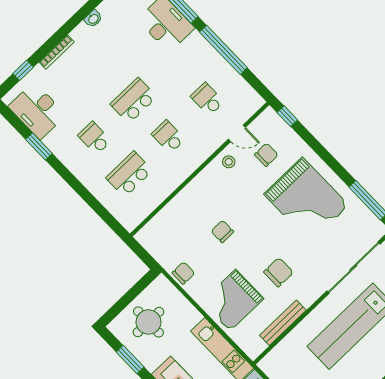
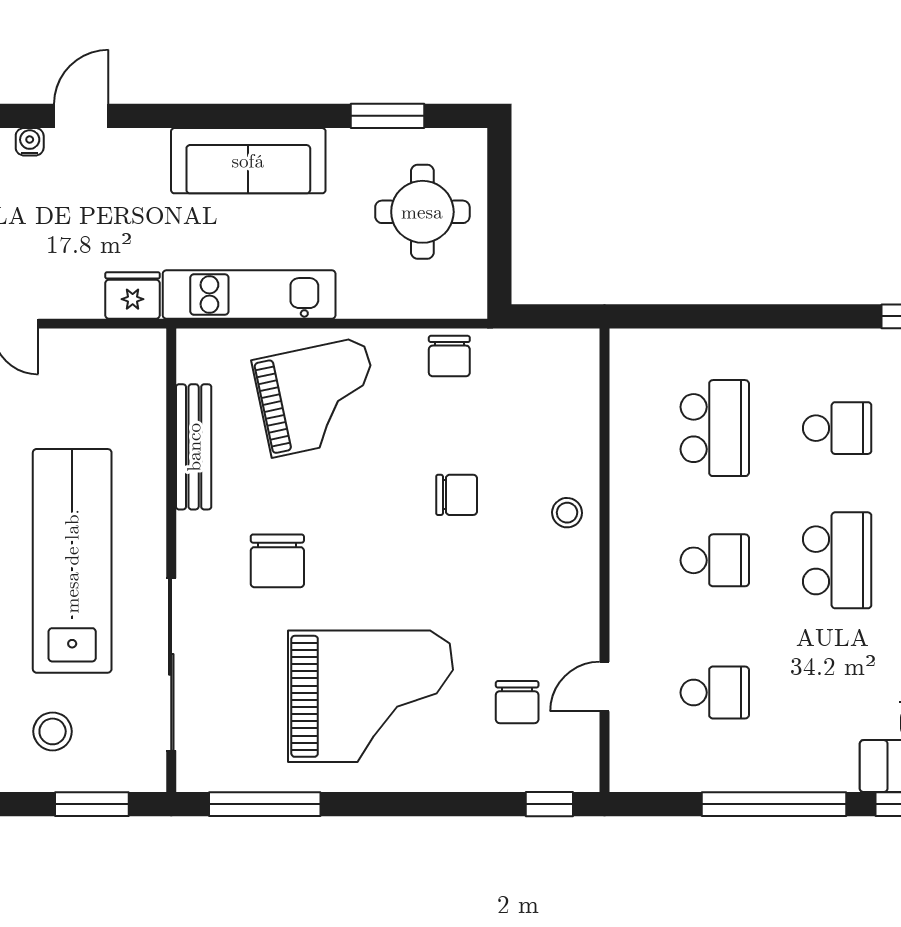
stool: (229, 162) -> (567, 513), moved
grand piano: (306, 200) -> (371, 696), turned 180
chair: (278, 272) -> (277, 561), moved
grand piano: (233, 300) -> (318, 397), turned 78

